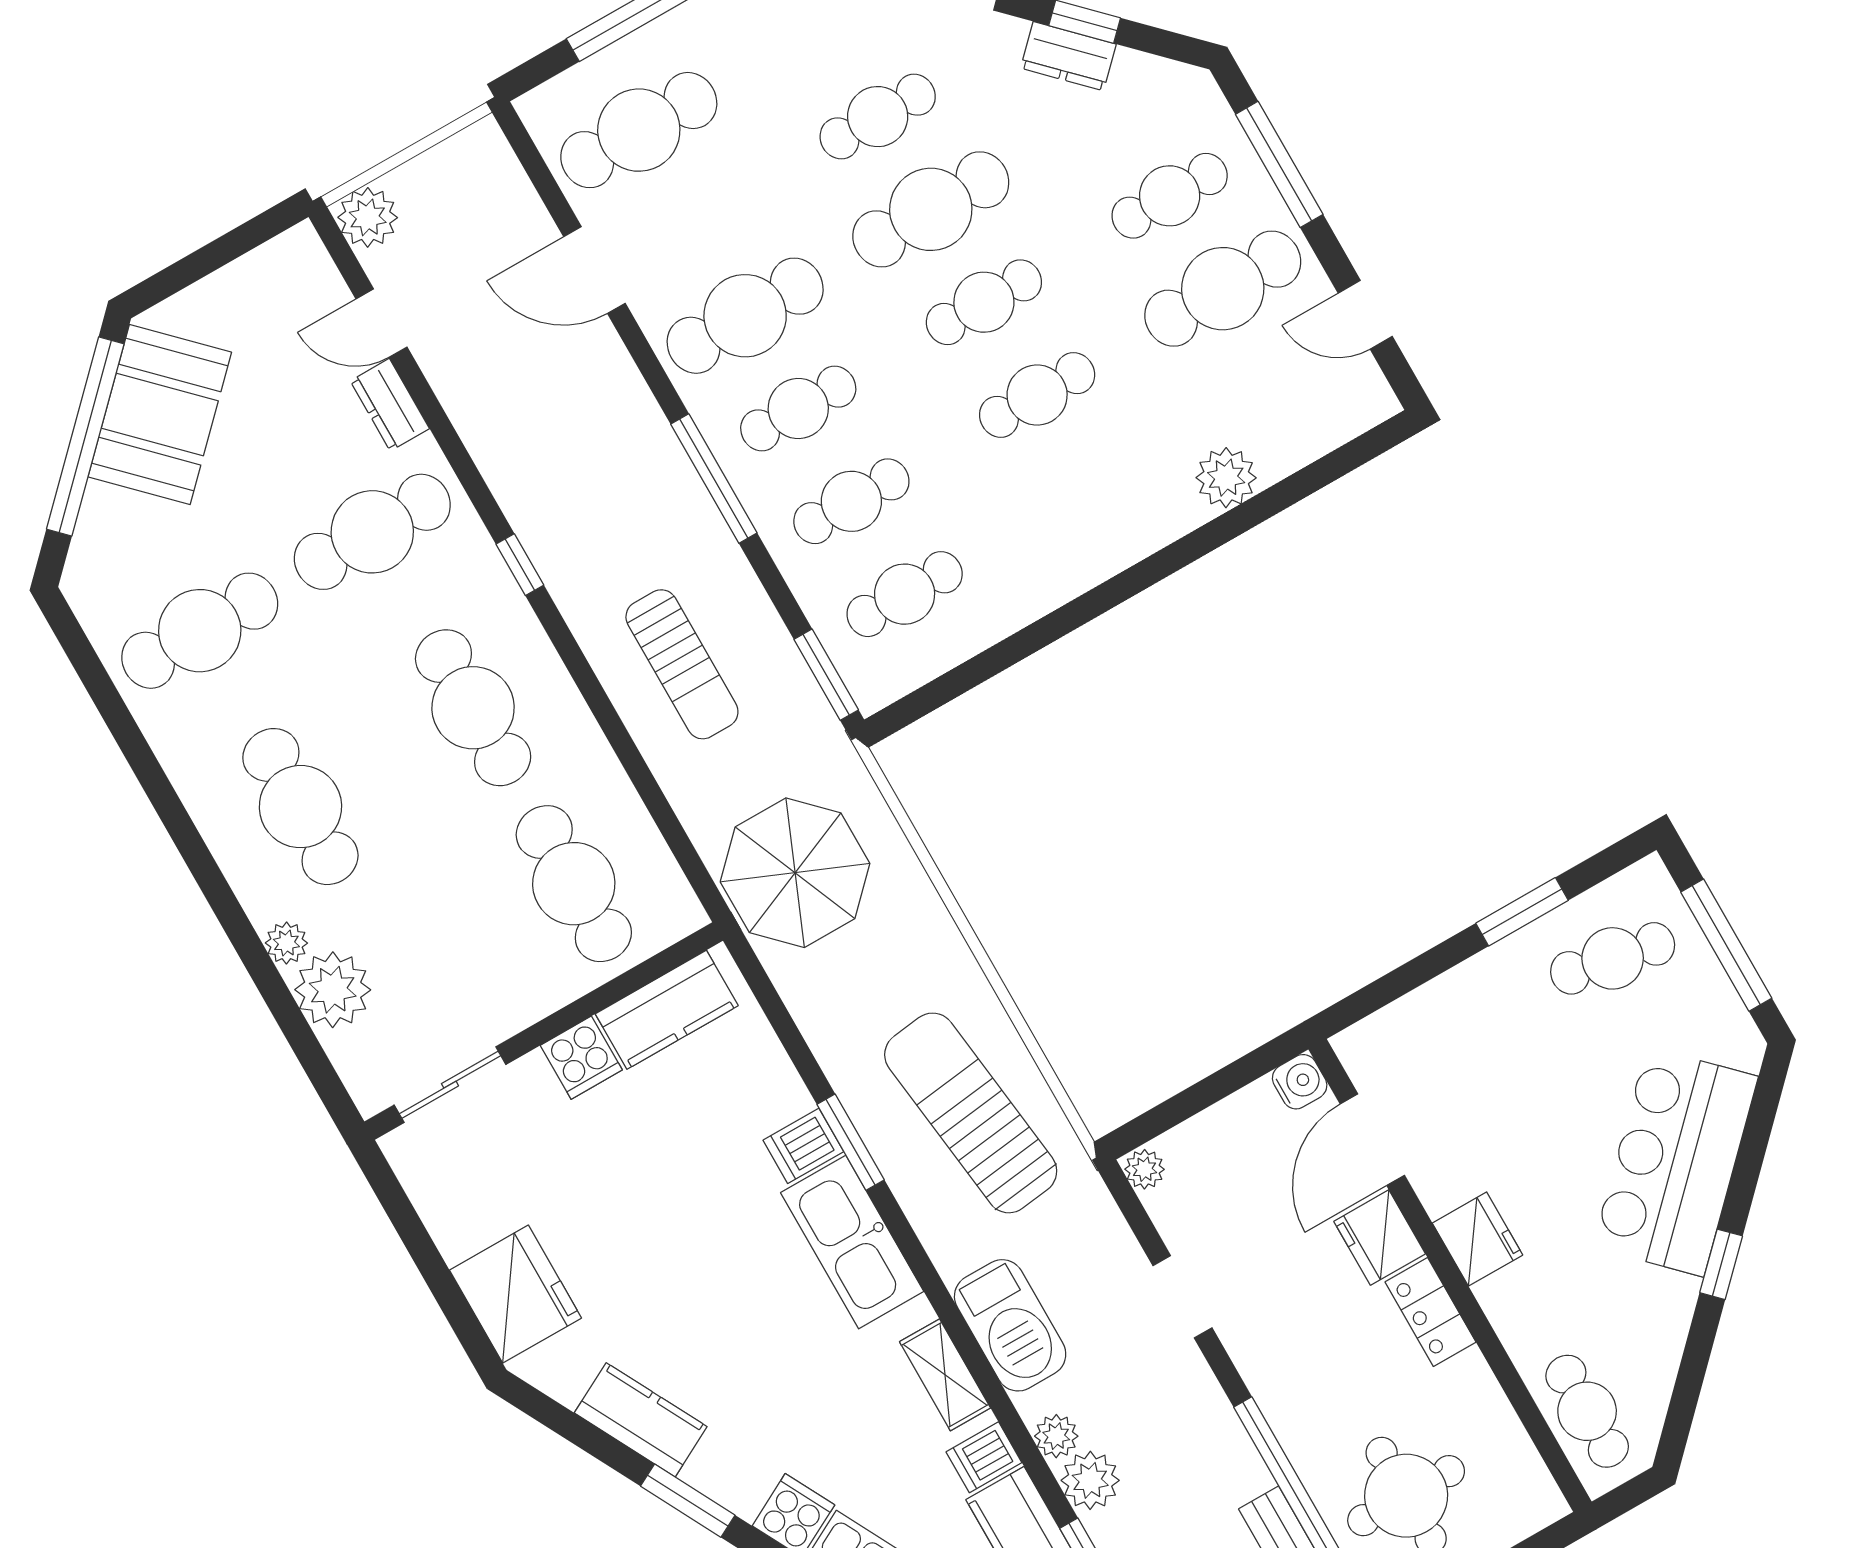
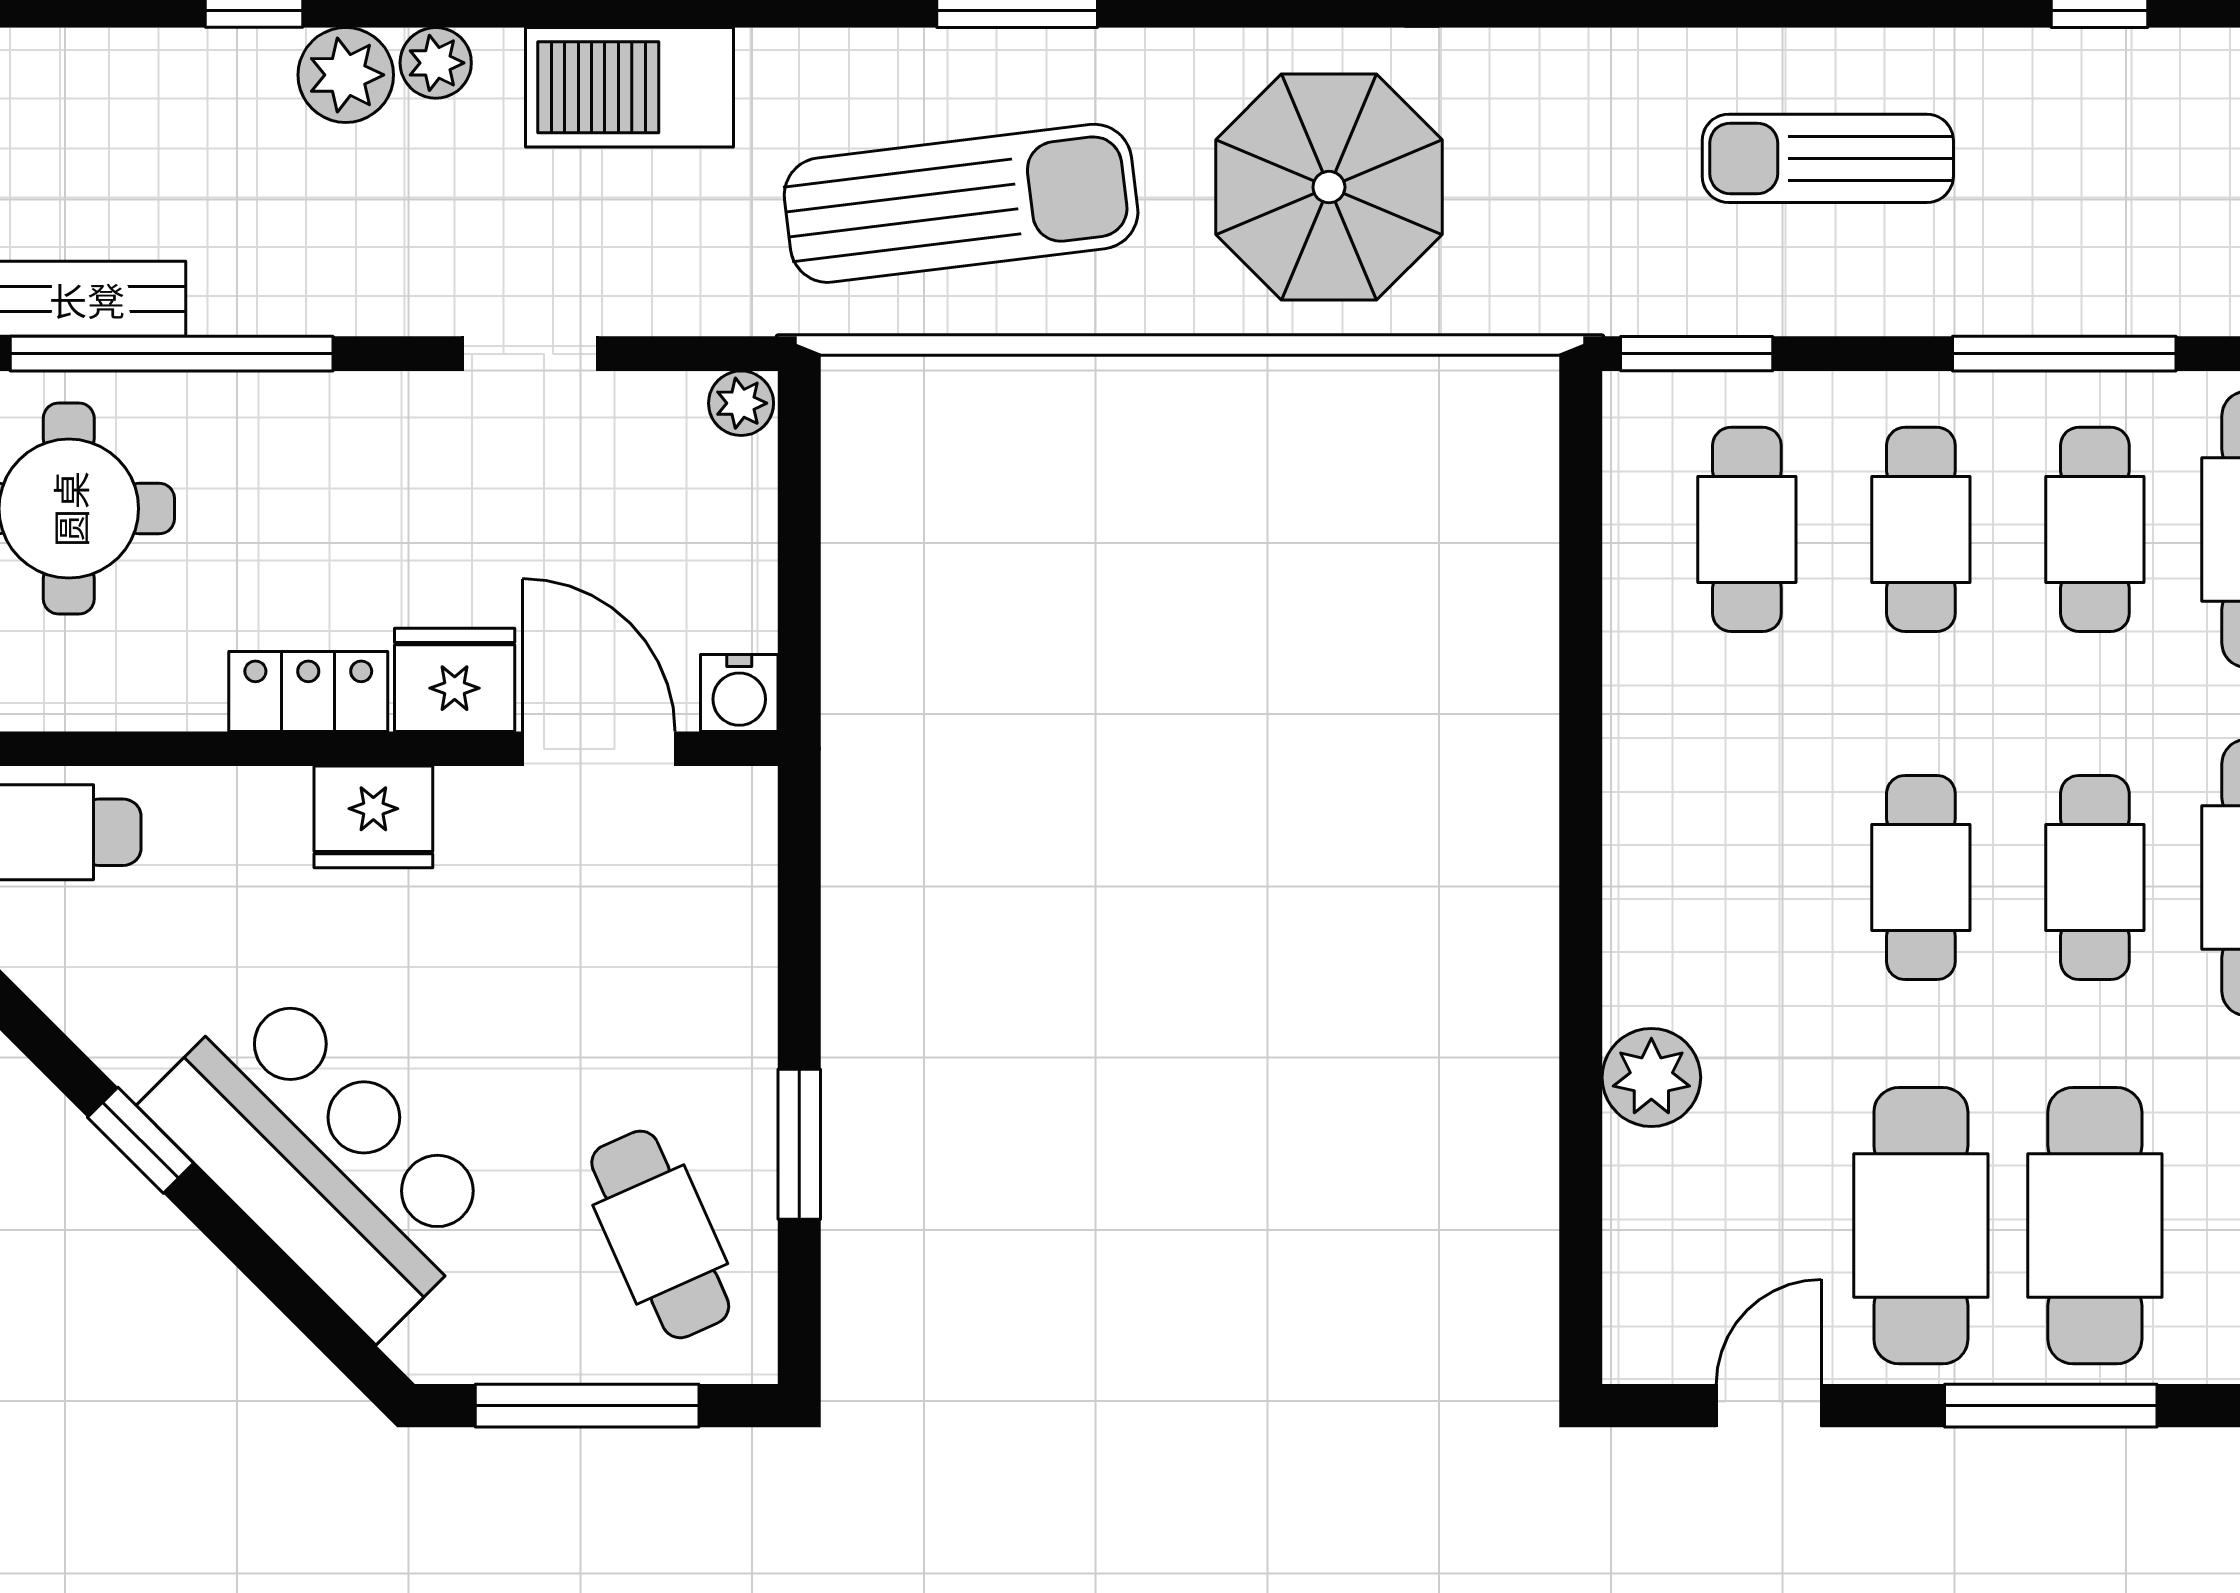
cafe table: (1170, 196) -> (2095, 1226), width x1.37, depth x1.35
parasol: (795, 873) -> (1329, 187), moved
cafe table: (1613, 958) -> (660, 1234), turned -35

